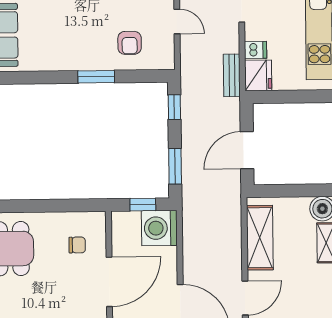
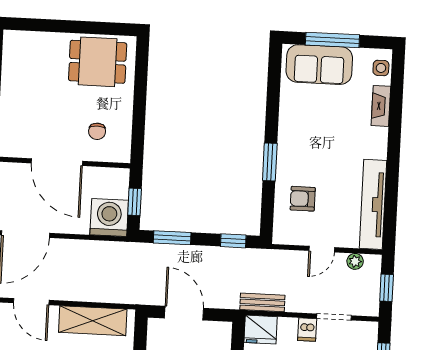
dishwasher: (256, 50) -> (307, 330), moved

